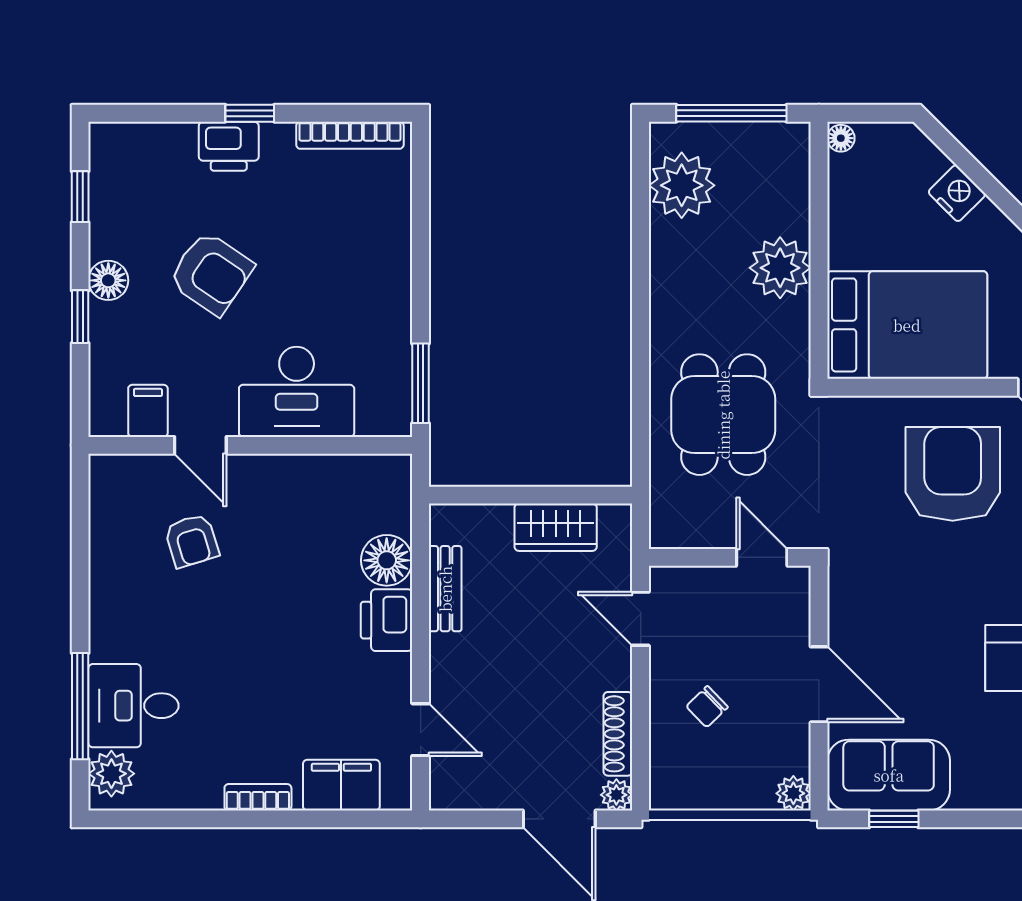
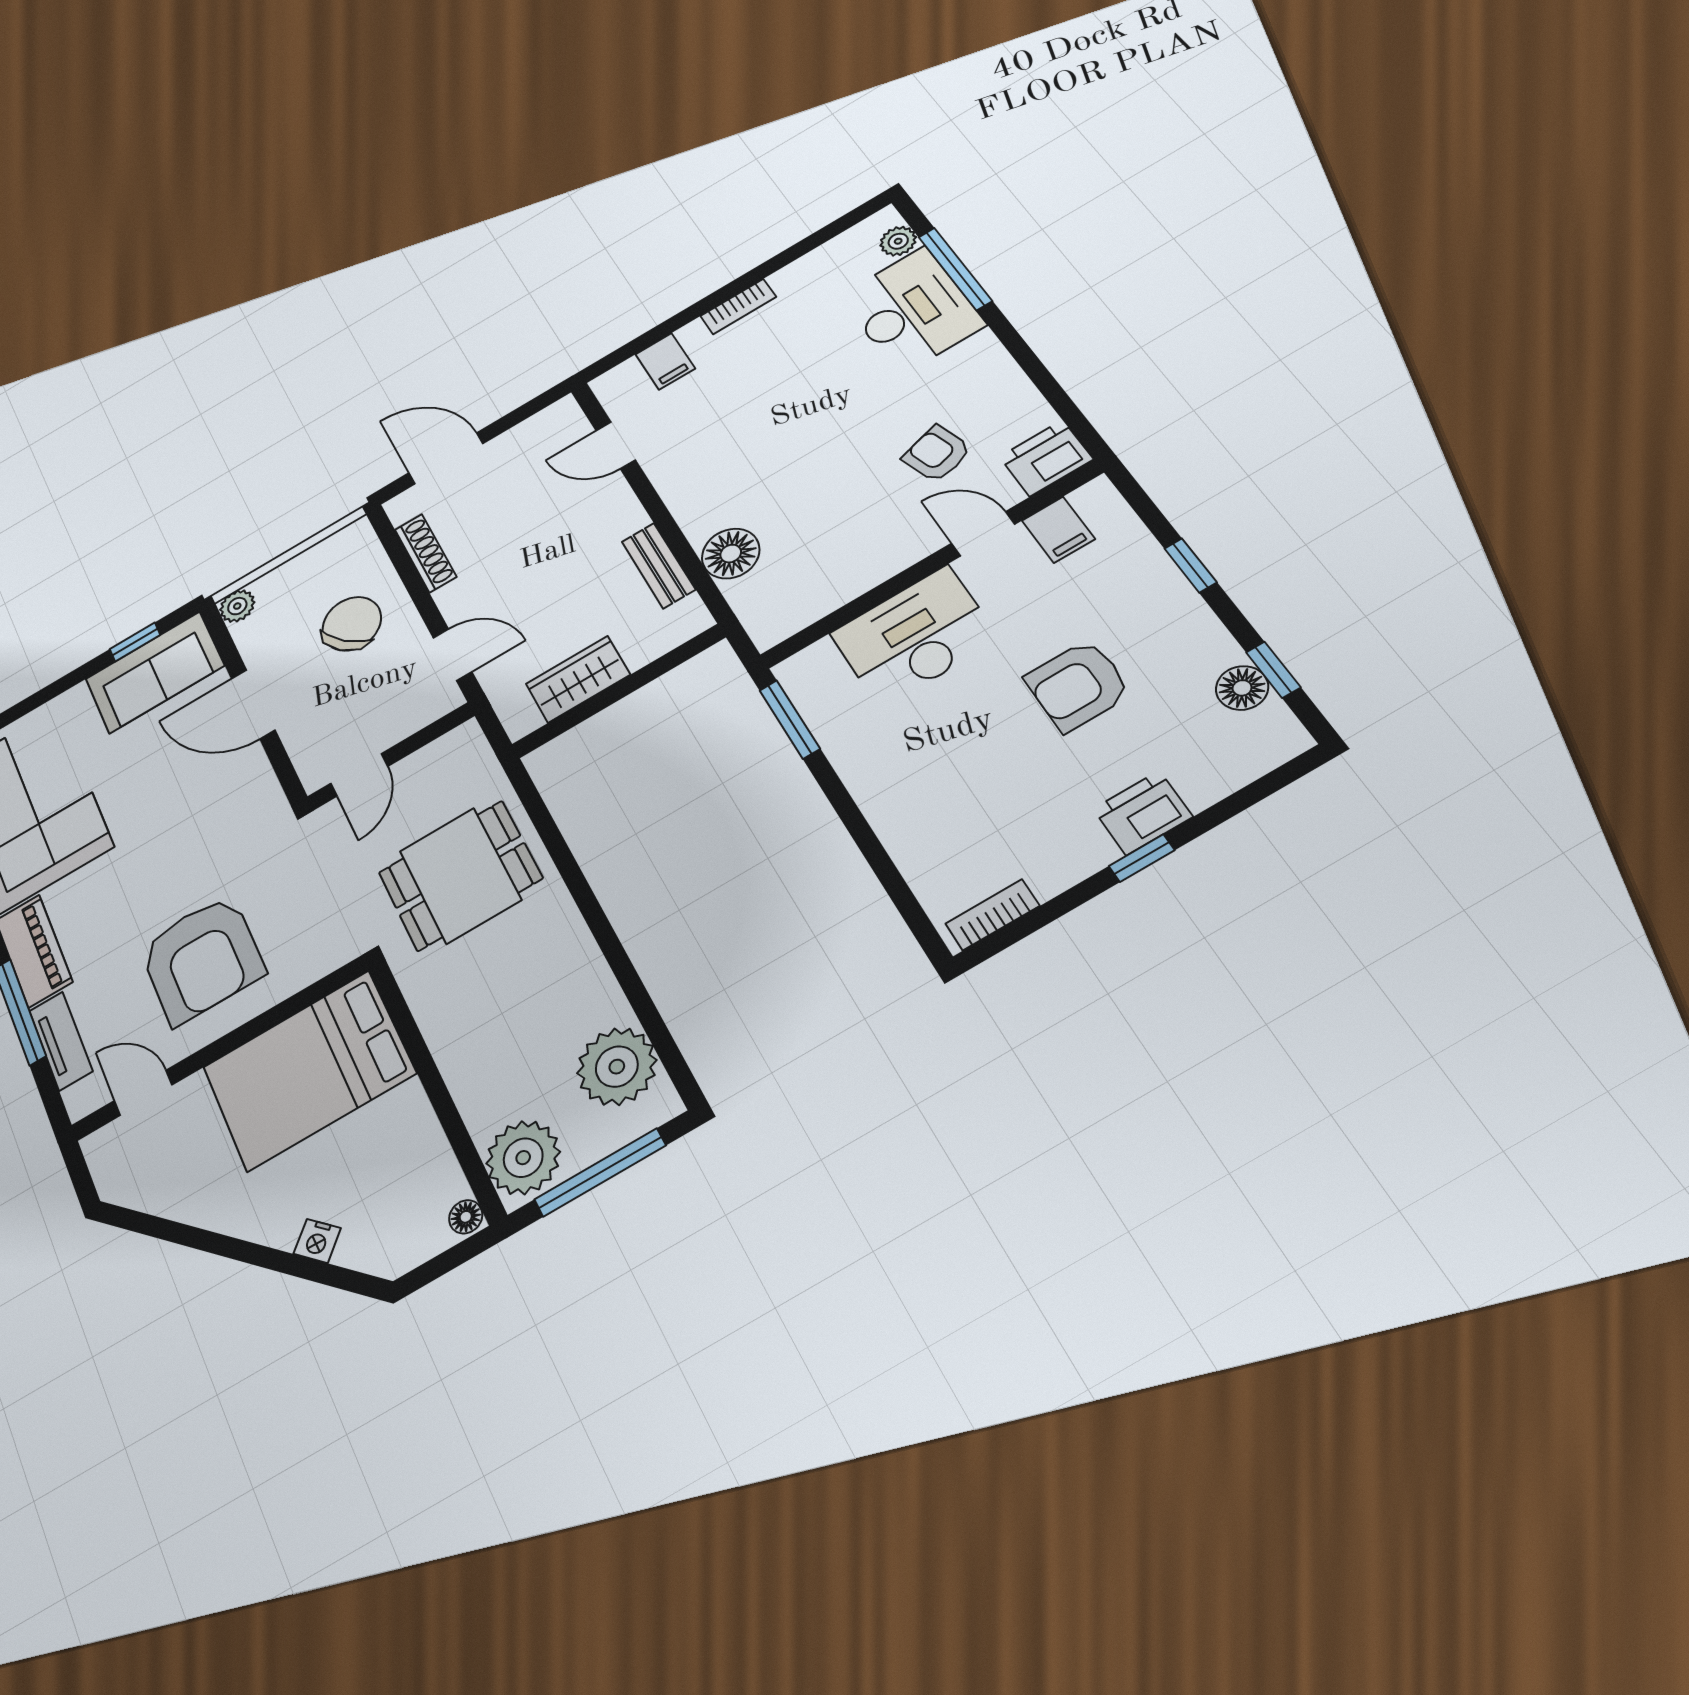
bookcase: (350, 135) -> (992, 915), width x0.64
nightstand: (957, 193) -> (317, 1241), width x0.72, depth x0.74
plant: (780, 268) -> (523, 1158), moved
armchair: (211, 273) -> (1078, 685), turned -34
floor lamp: (108, 280) -> (1242, 688), moved
dining table: (723, 415) -> (460, 875), turned 90
door: (762, 557) -> (359, 775), hinge flipped
printer: (387, 620) -> (1046, 458), moved, turned -90
desk: (133, 706) -> (912, 310), width x1.37
chair: (707, 707) -> (352, 624), width x1.87, depth x1.87
plant: (111, 774) -> (898, 241), width x0.73, depth x0.73
filing cabinet: (341, 785) -> (665, 361), width x0.50
plant: (616, 795) -> (402, 507), removed

